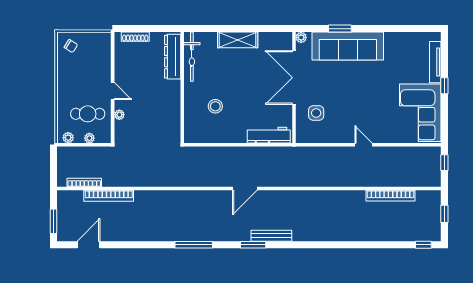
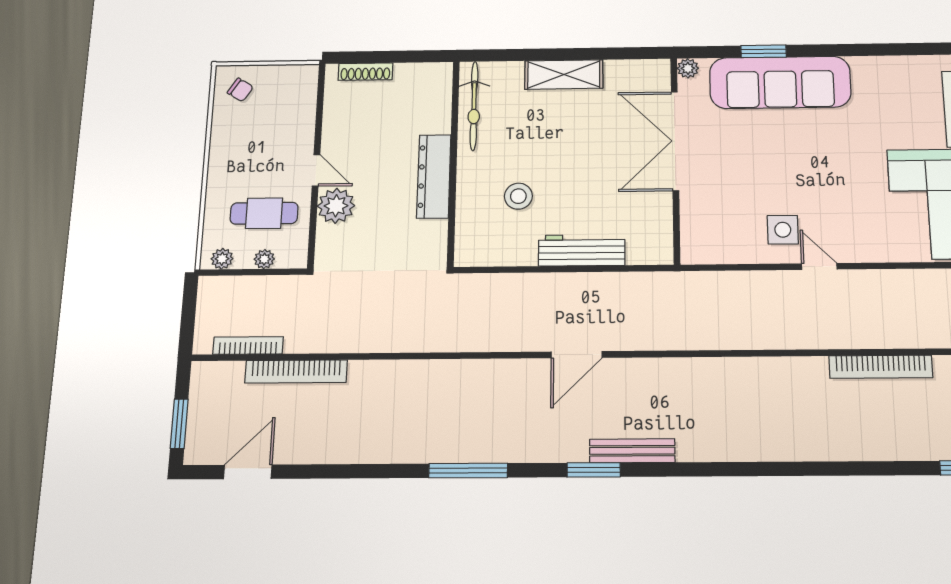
dresser: (173, 57) -> (434, 176), moved
side table: (316, 113) -> (783, 230), moved
plant: (119, 115) -> (336, 206), width x1.88, depth x1.88
workbench: (269, 135) -> (582, 250), moved

